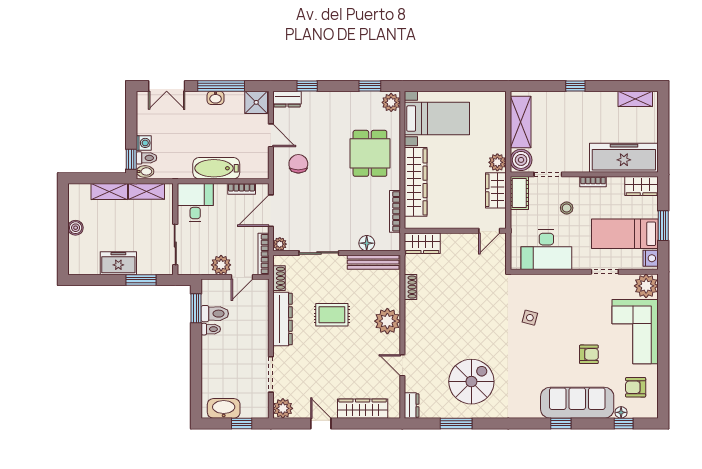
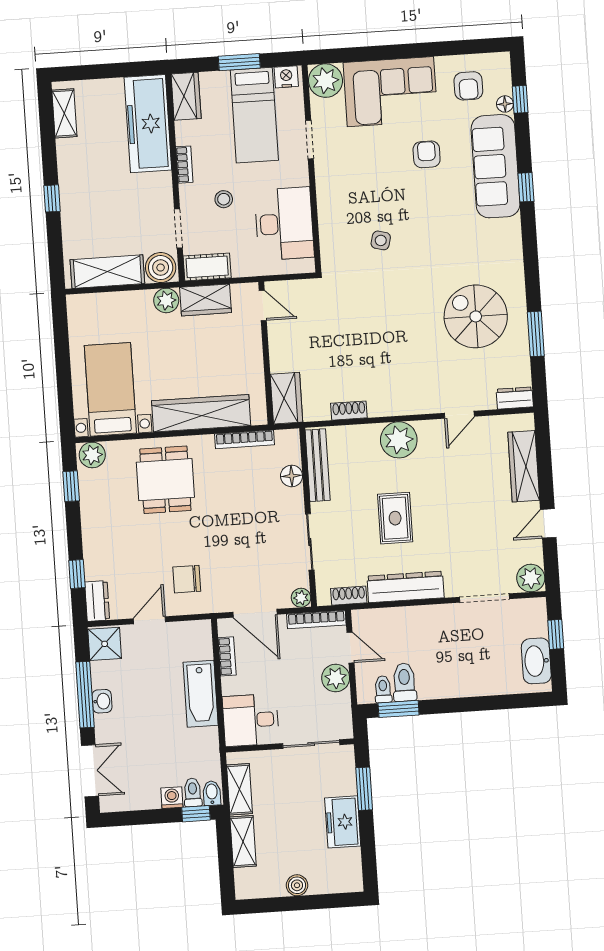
dining table: (370, 153) -> (165, 480), turned 90
toilet: (211, 329) -> (383, 689), moved

